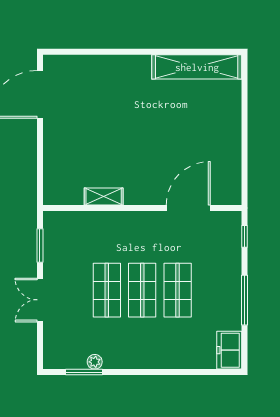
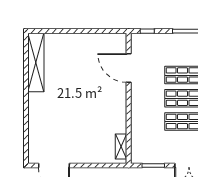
shelving: (104, 197) -> (121, 146), moved

